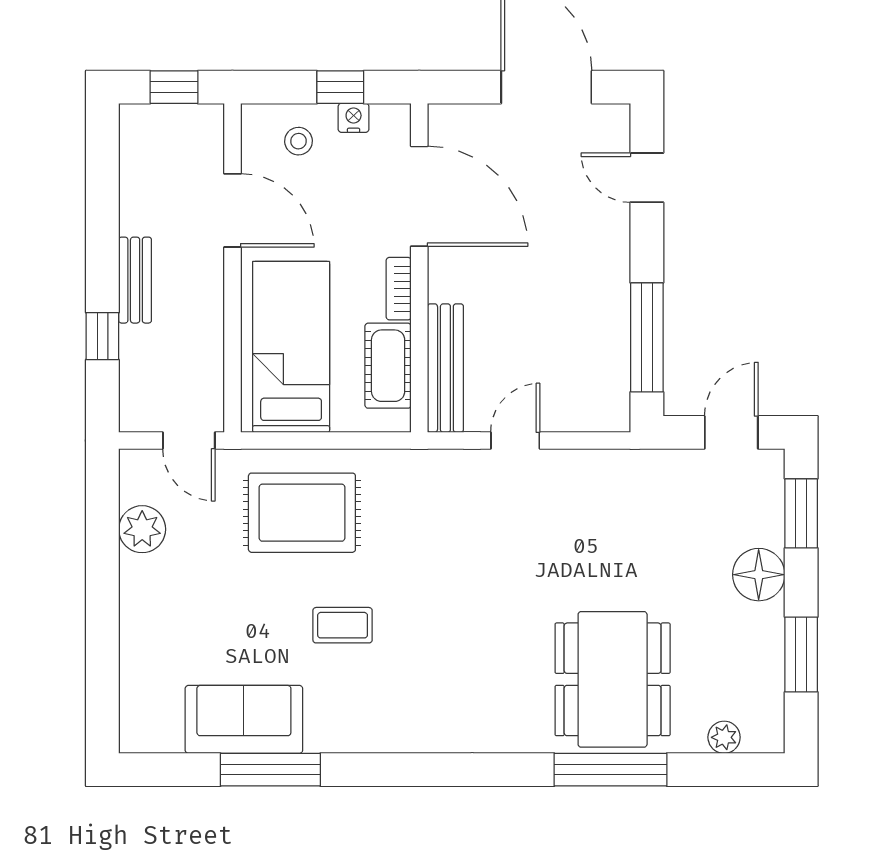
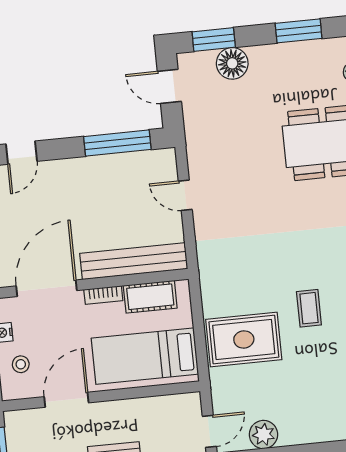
bench: (445, 368) -> (134, 261), width x1.37, depth x1.21
door: (189, 441) -> (209, 431), moved
door: (515, 441) -> (185, 195), moved
rug: (302, 513) -> (244, 339), turned 90
floor lamp: (759, 575) -> (232, 63), moved

